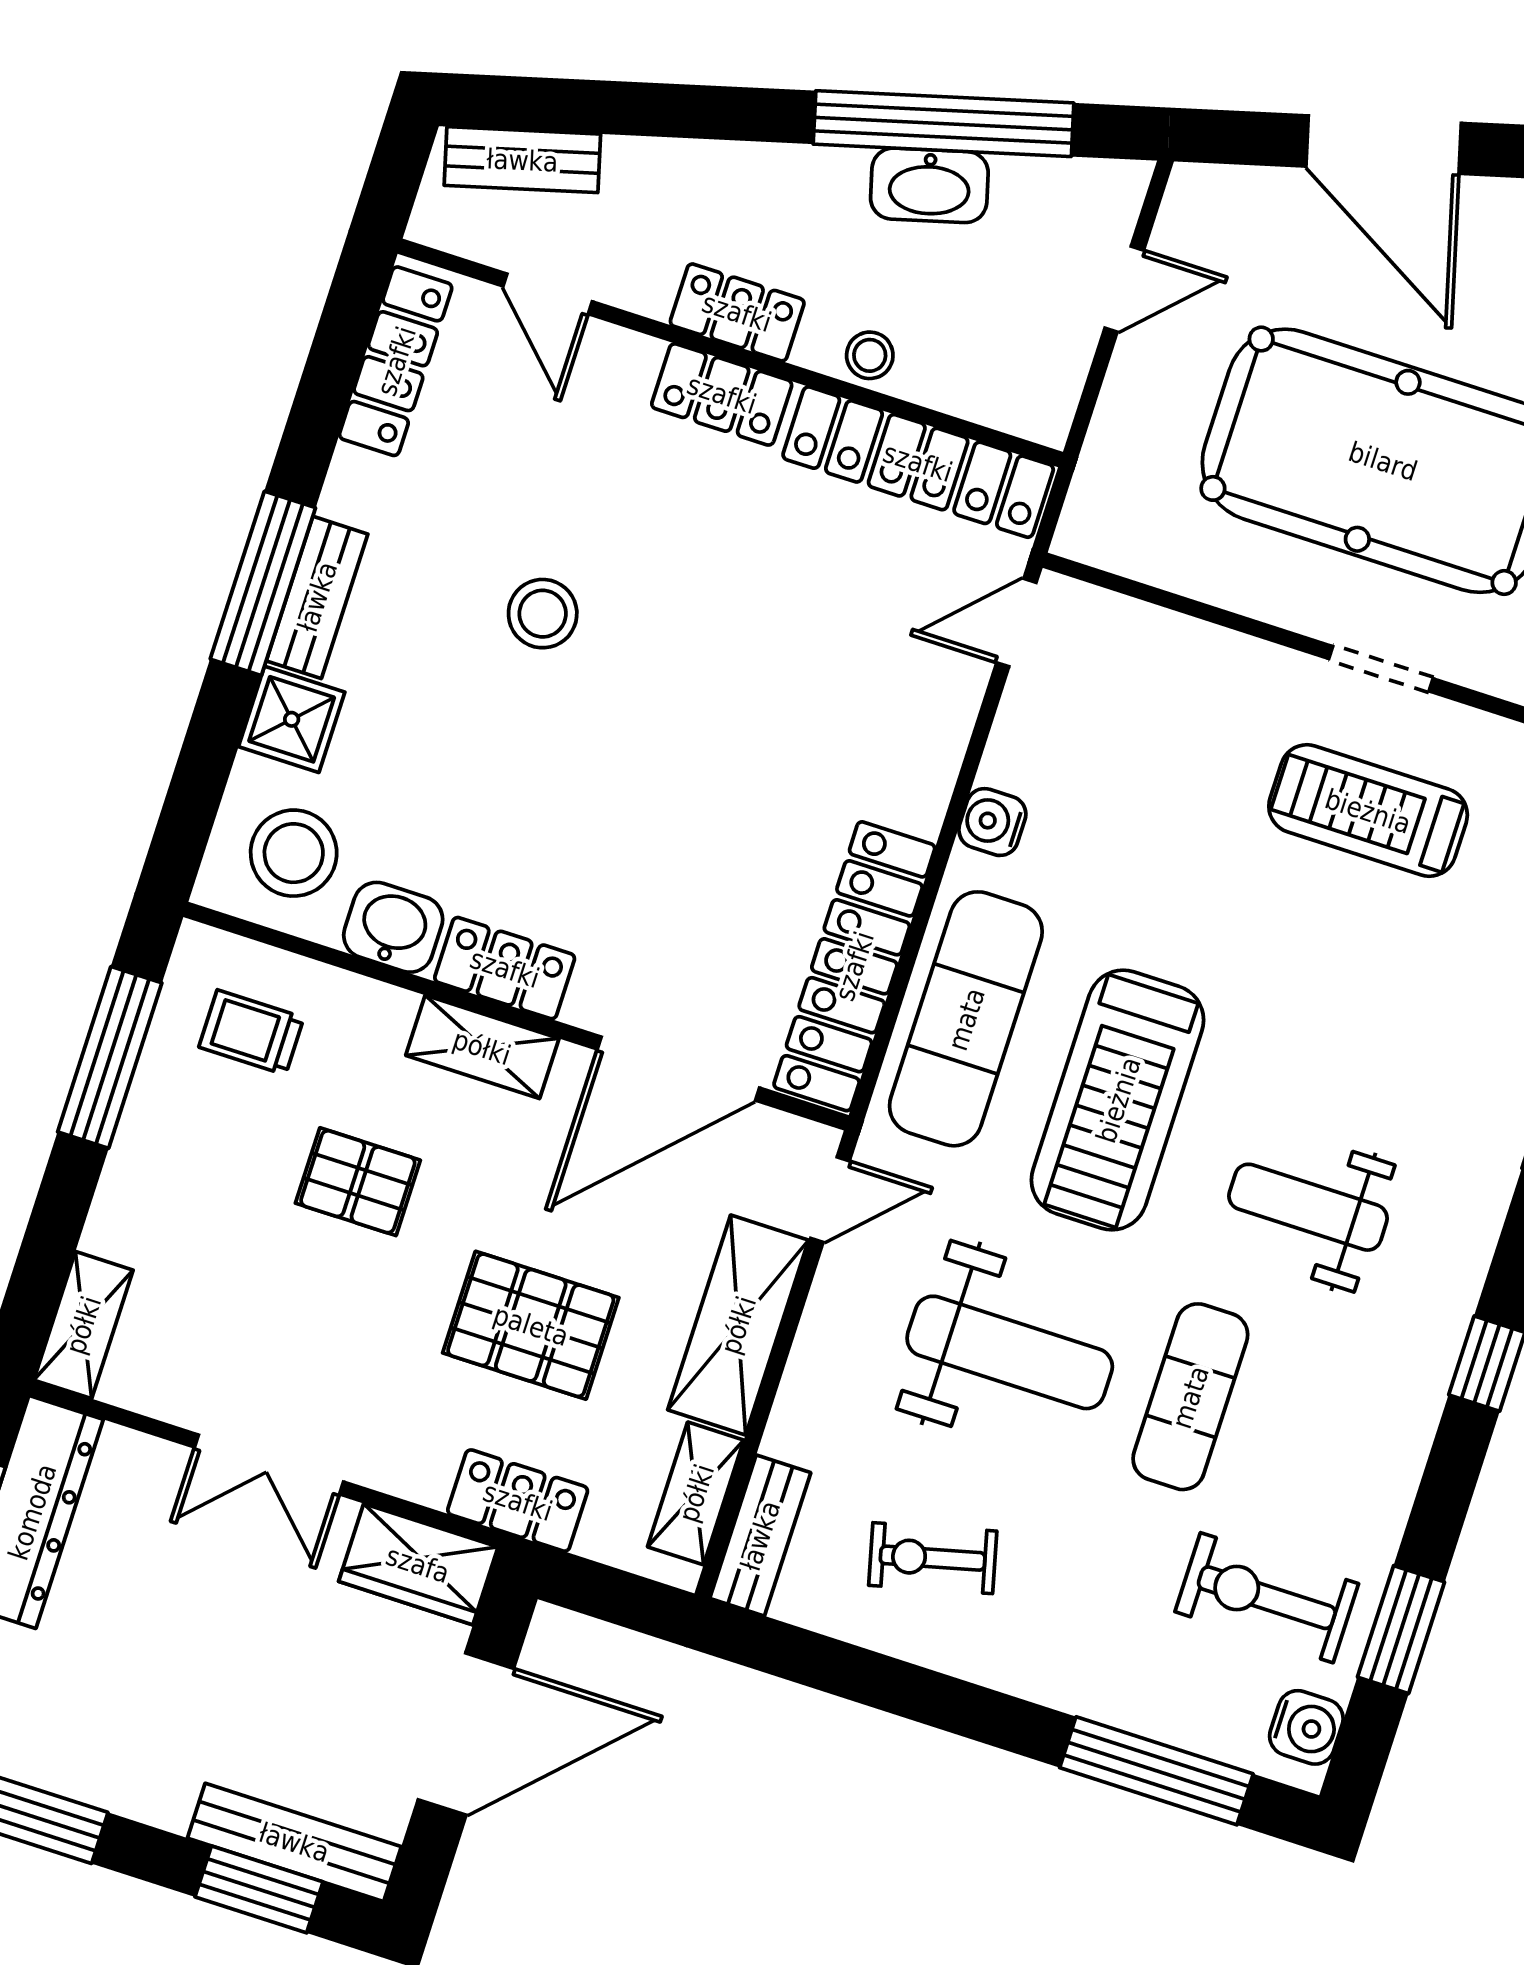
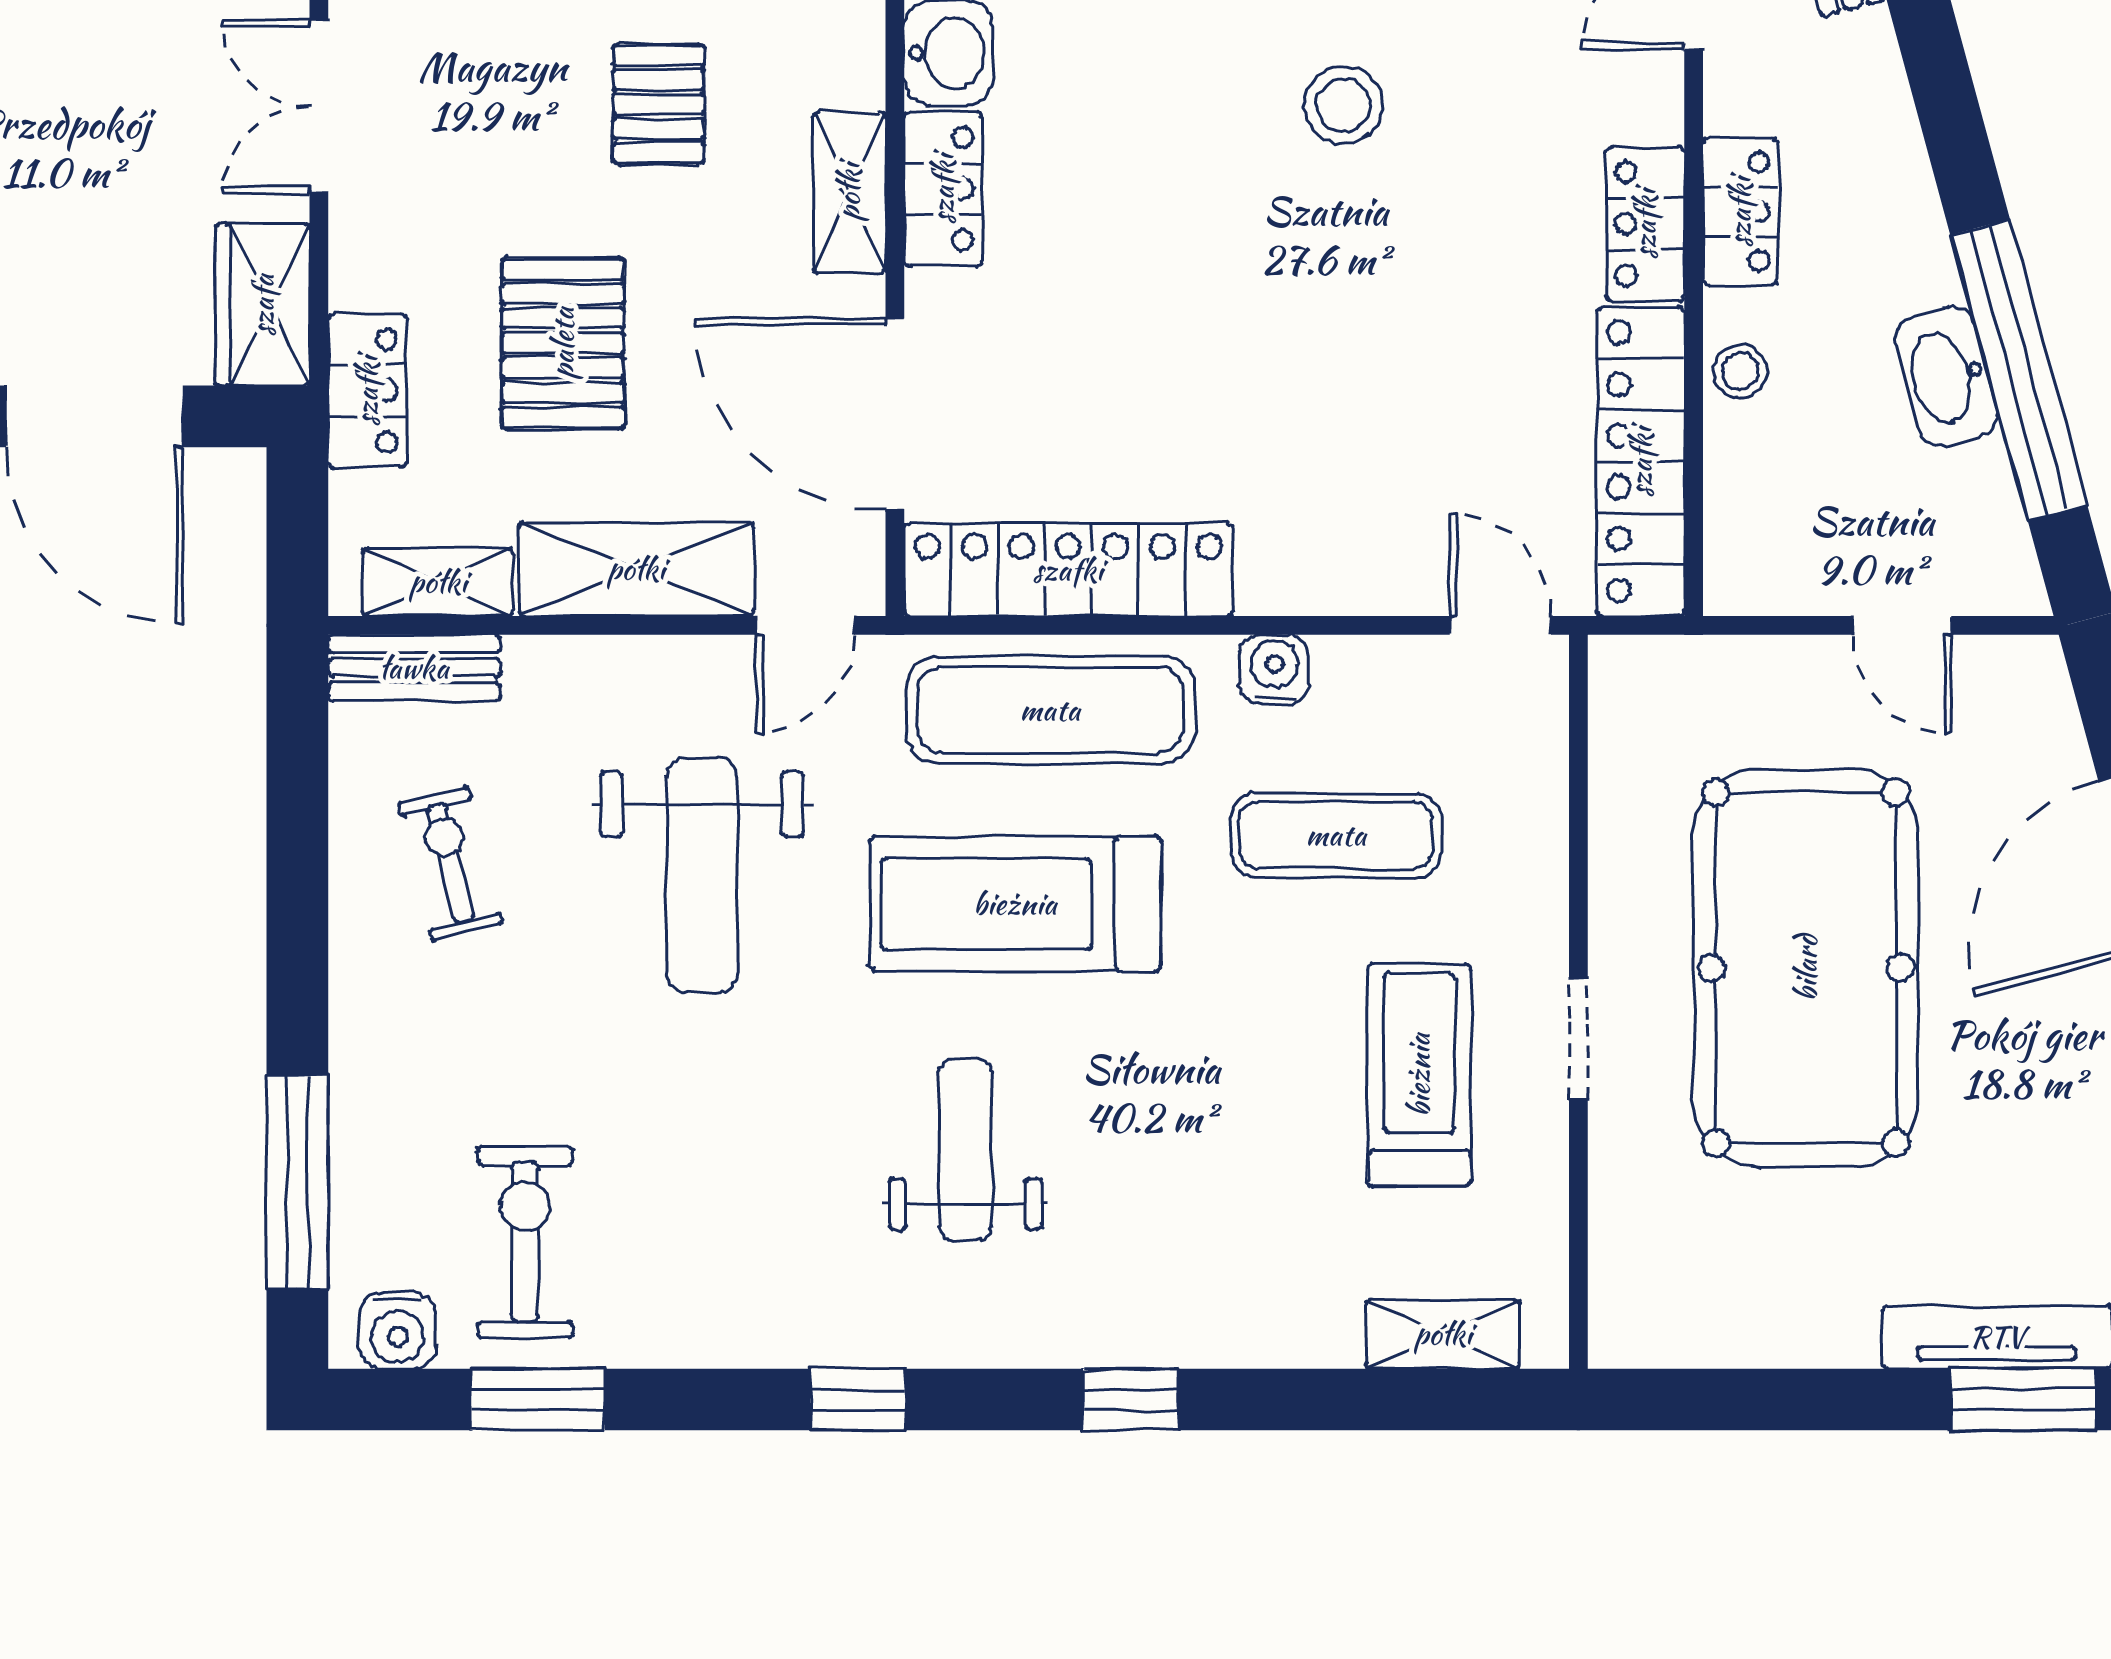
door: (830, 1200) -> (805, 625), hinge flipped
exercise mat: (1190, 1397) -> (1336, 835), moved

